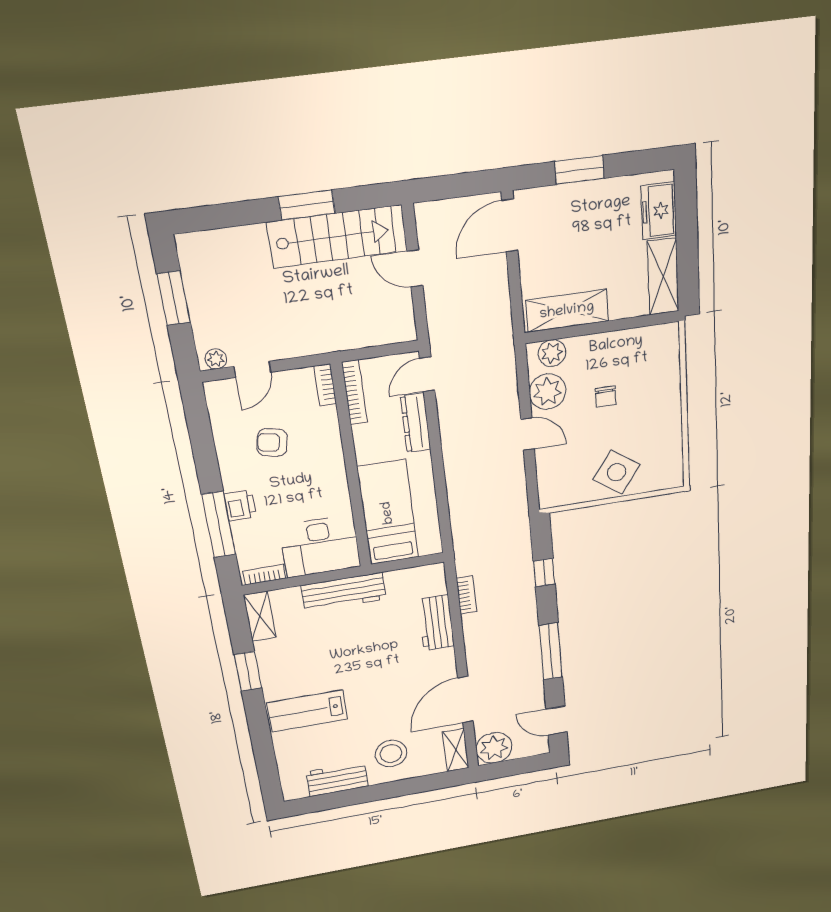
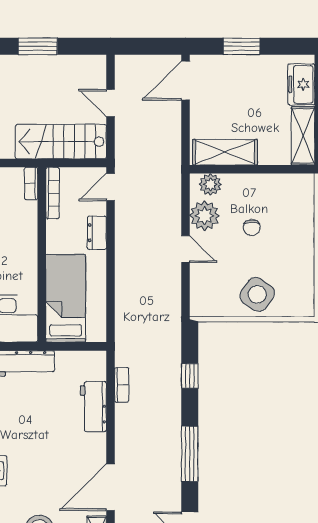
stairs: (332, 237) -> (61, 142), moved, turned 180
dresser: (416, 423) -> (97, 233), width x0.70

